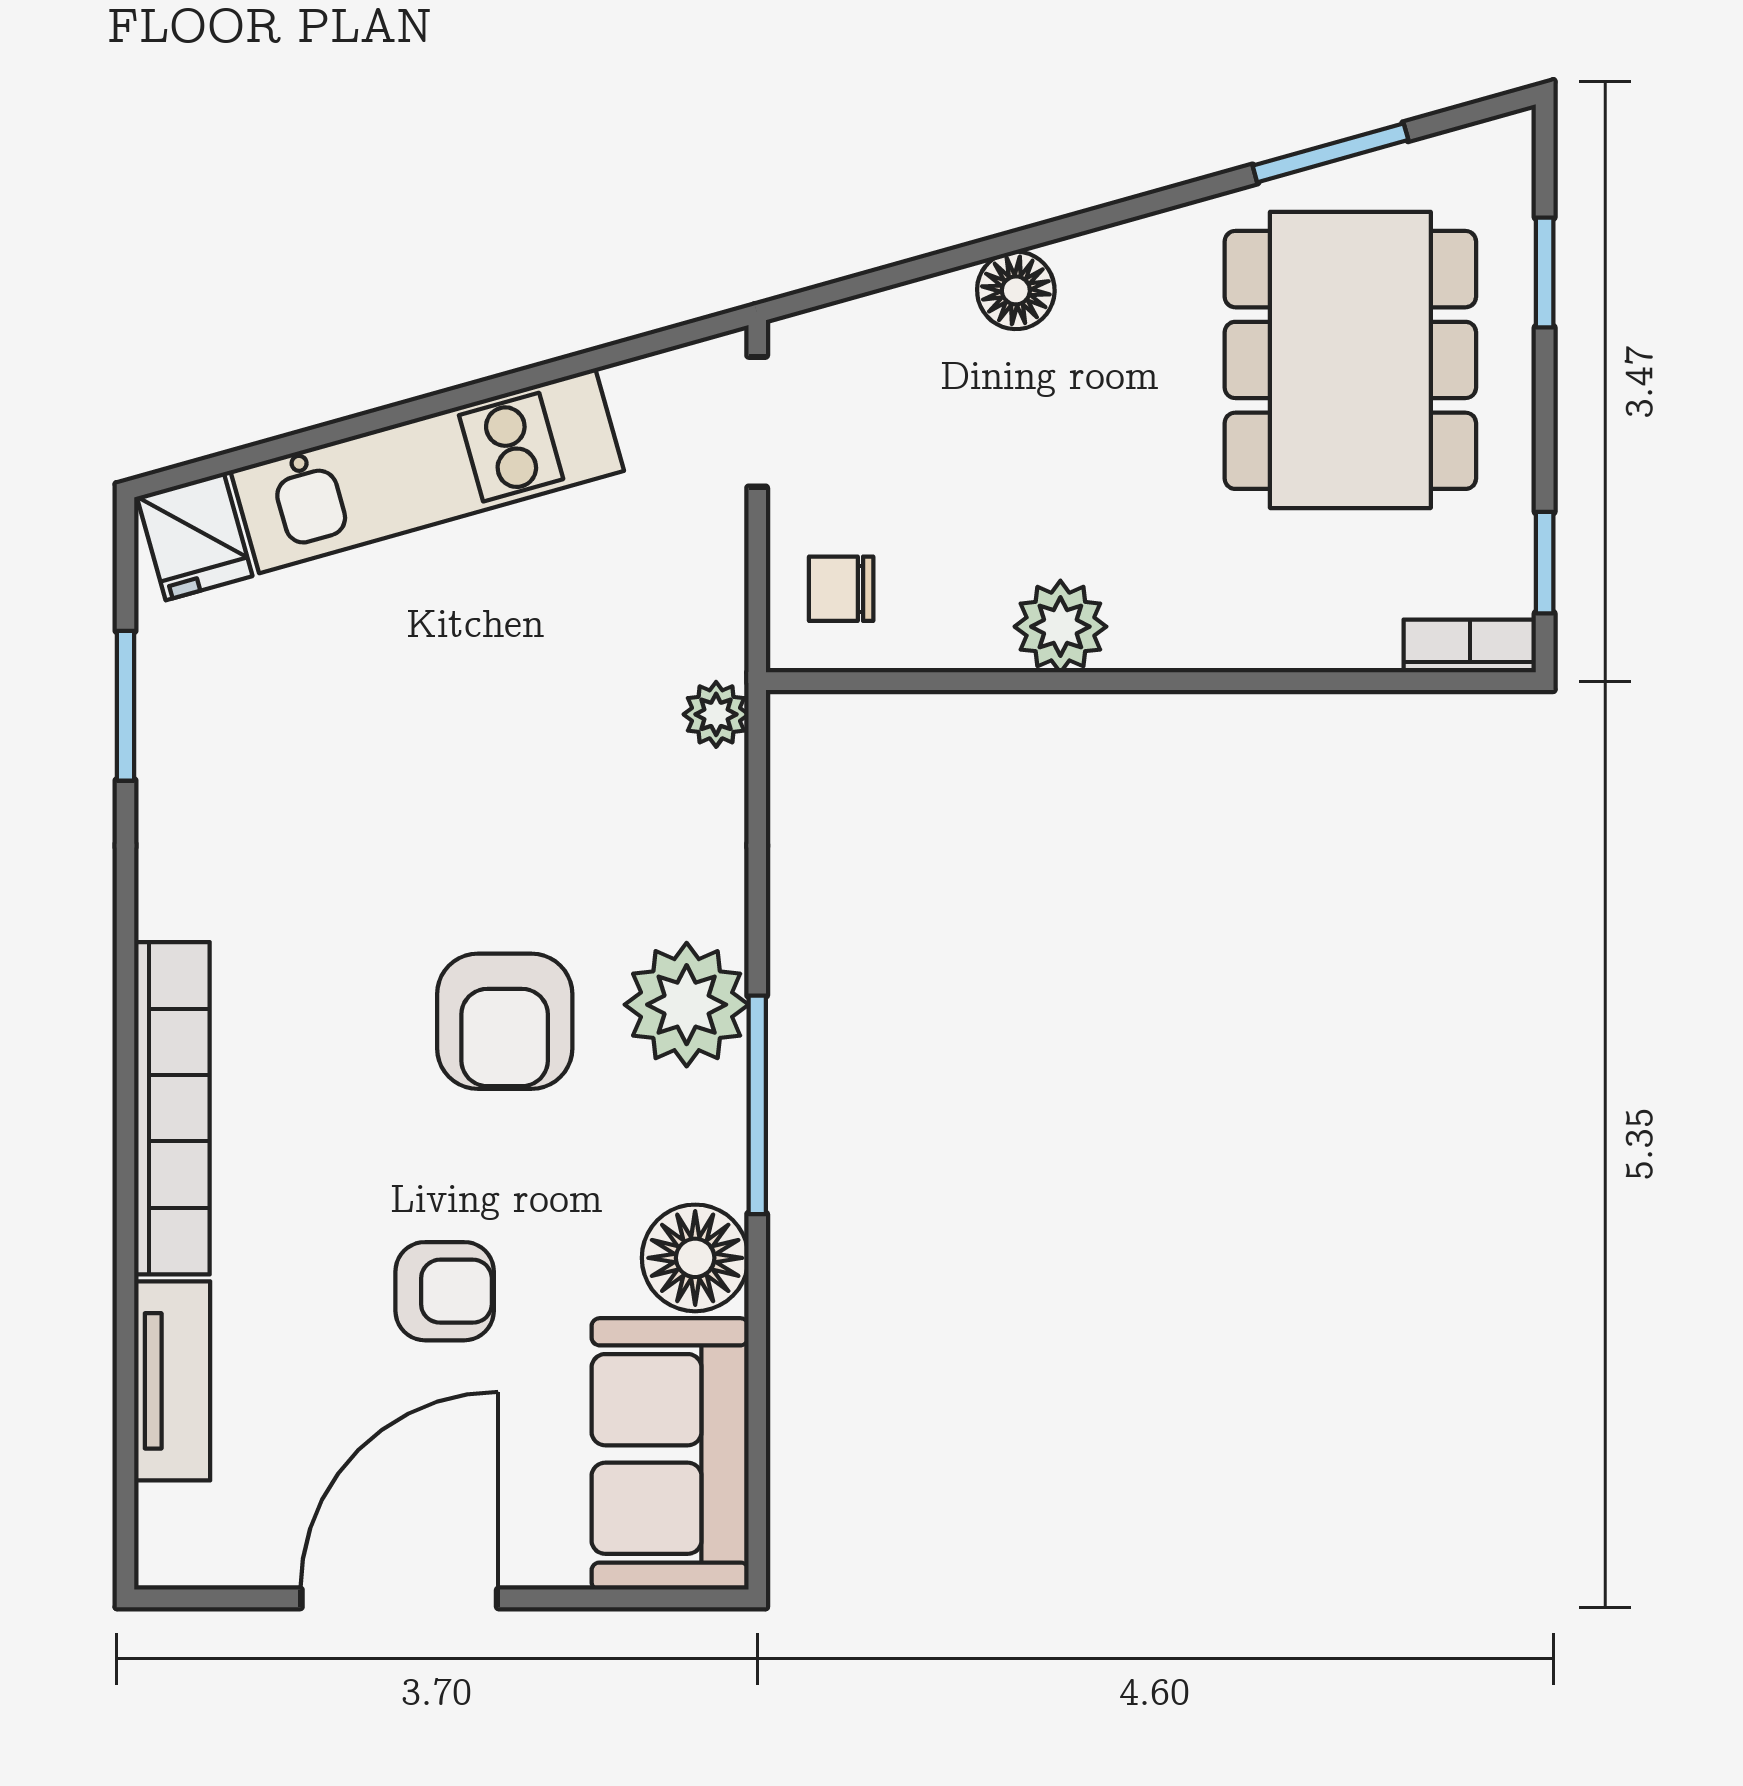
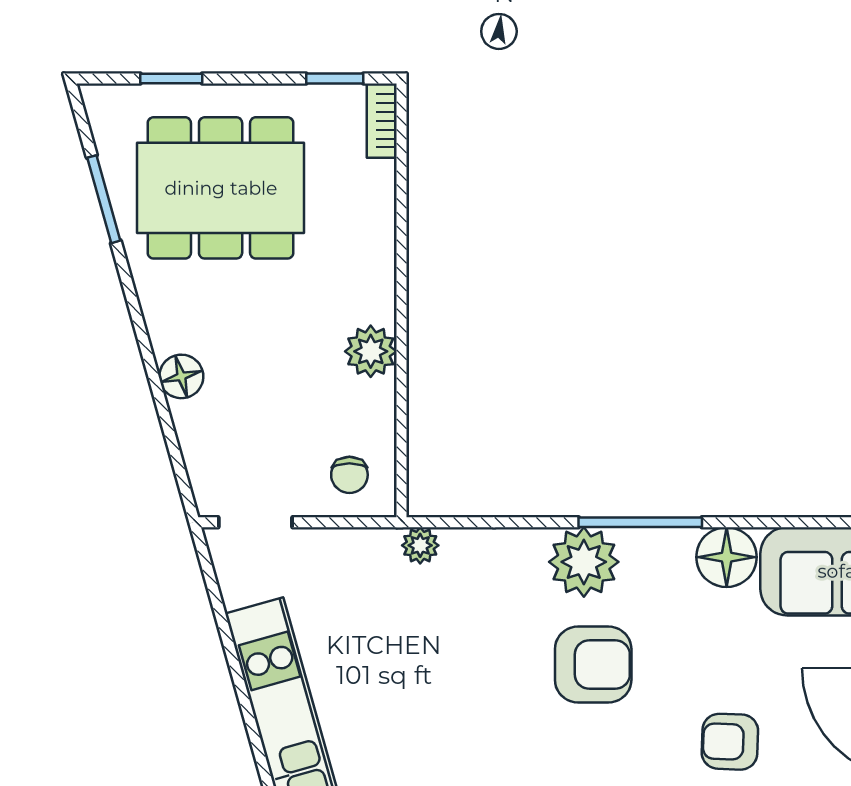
armchair: (445, 1291) -> (730, 742), moved, turned -88

